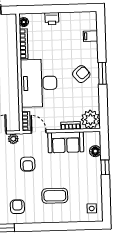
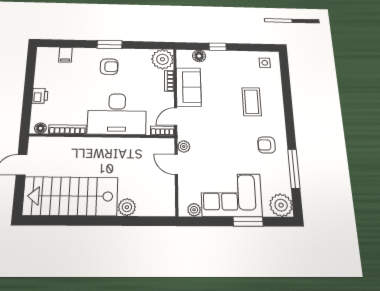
armchair: (81, 74) -> (109, 67), turned 131
armchair: (28, 164) -> (215, 131), removed

